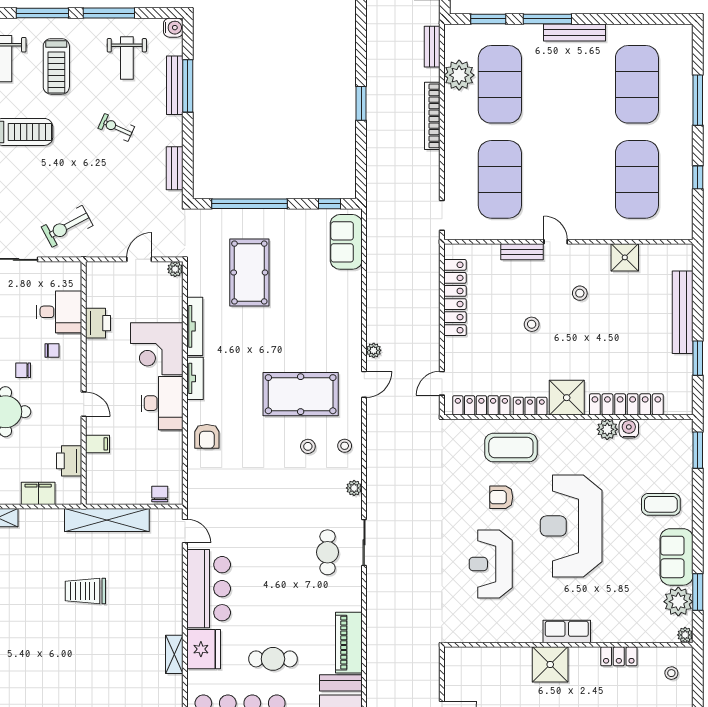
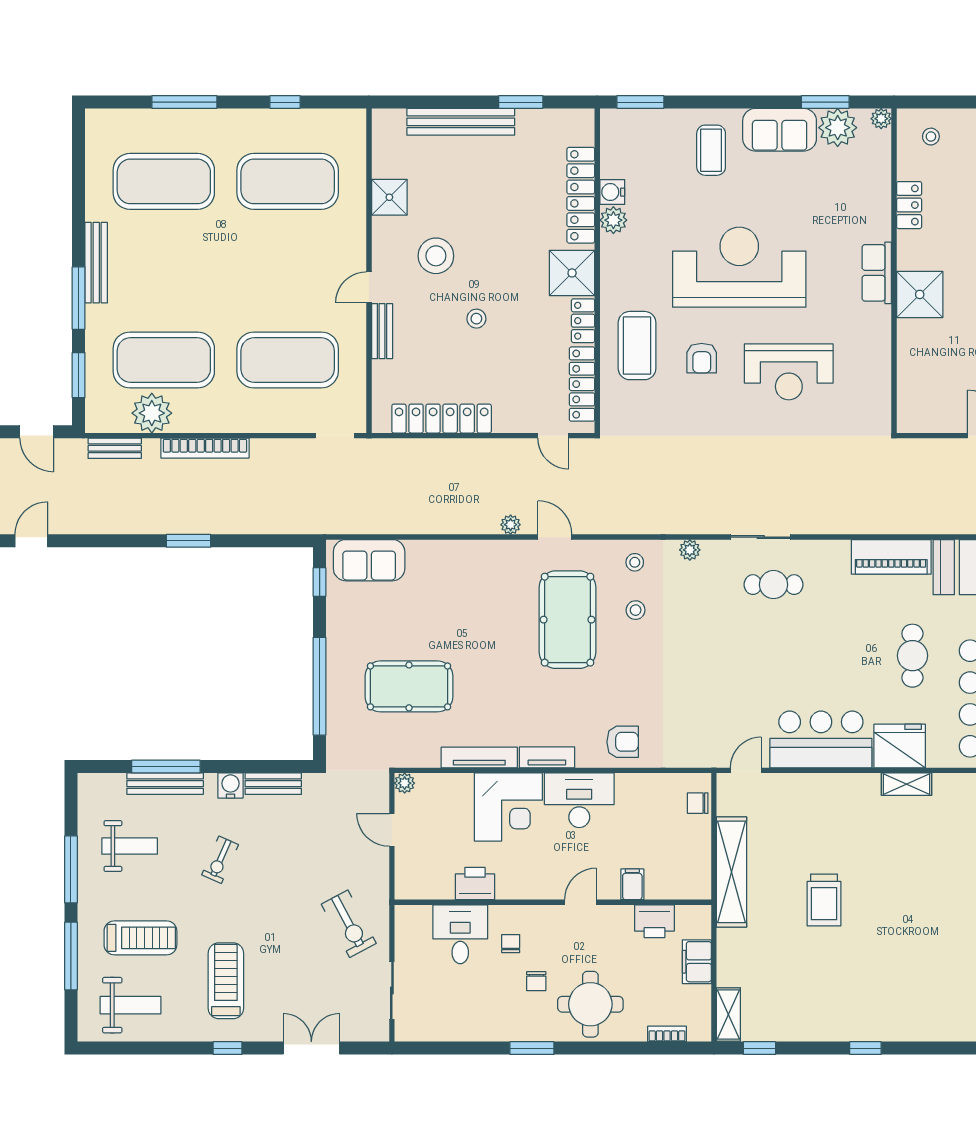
water cooler: (173, 28) -> (230, 785), moved
stool: (580, 293) -> (436, 256), width x1.89, depth x1.89
reception desk: (571, 526) -> (739, 267), turned 180

